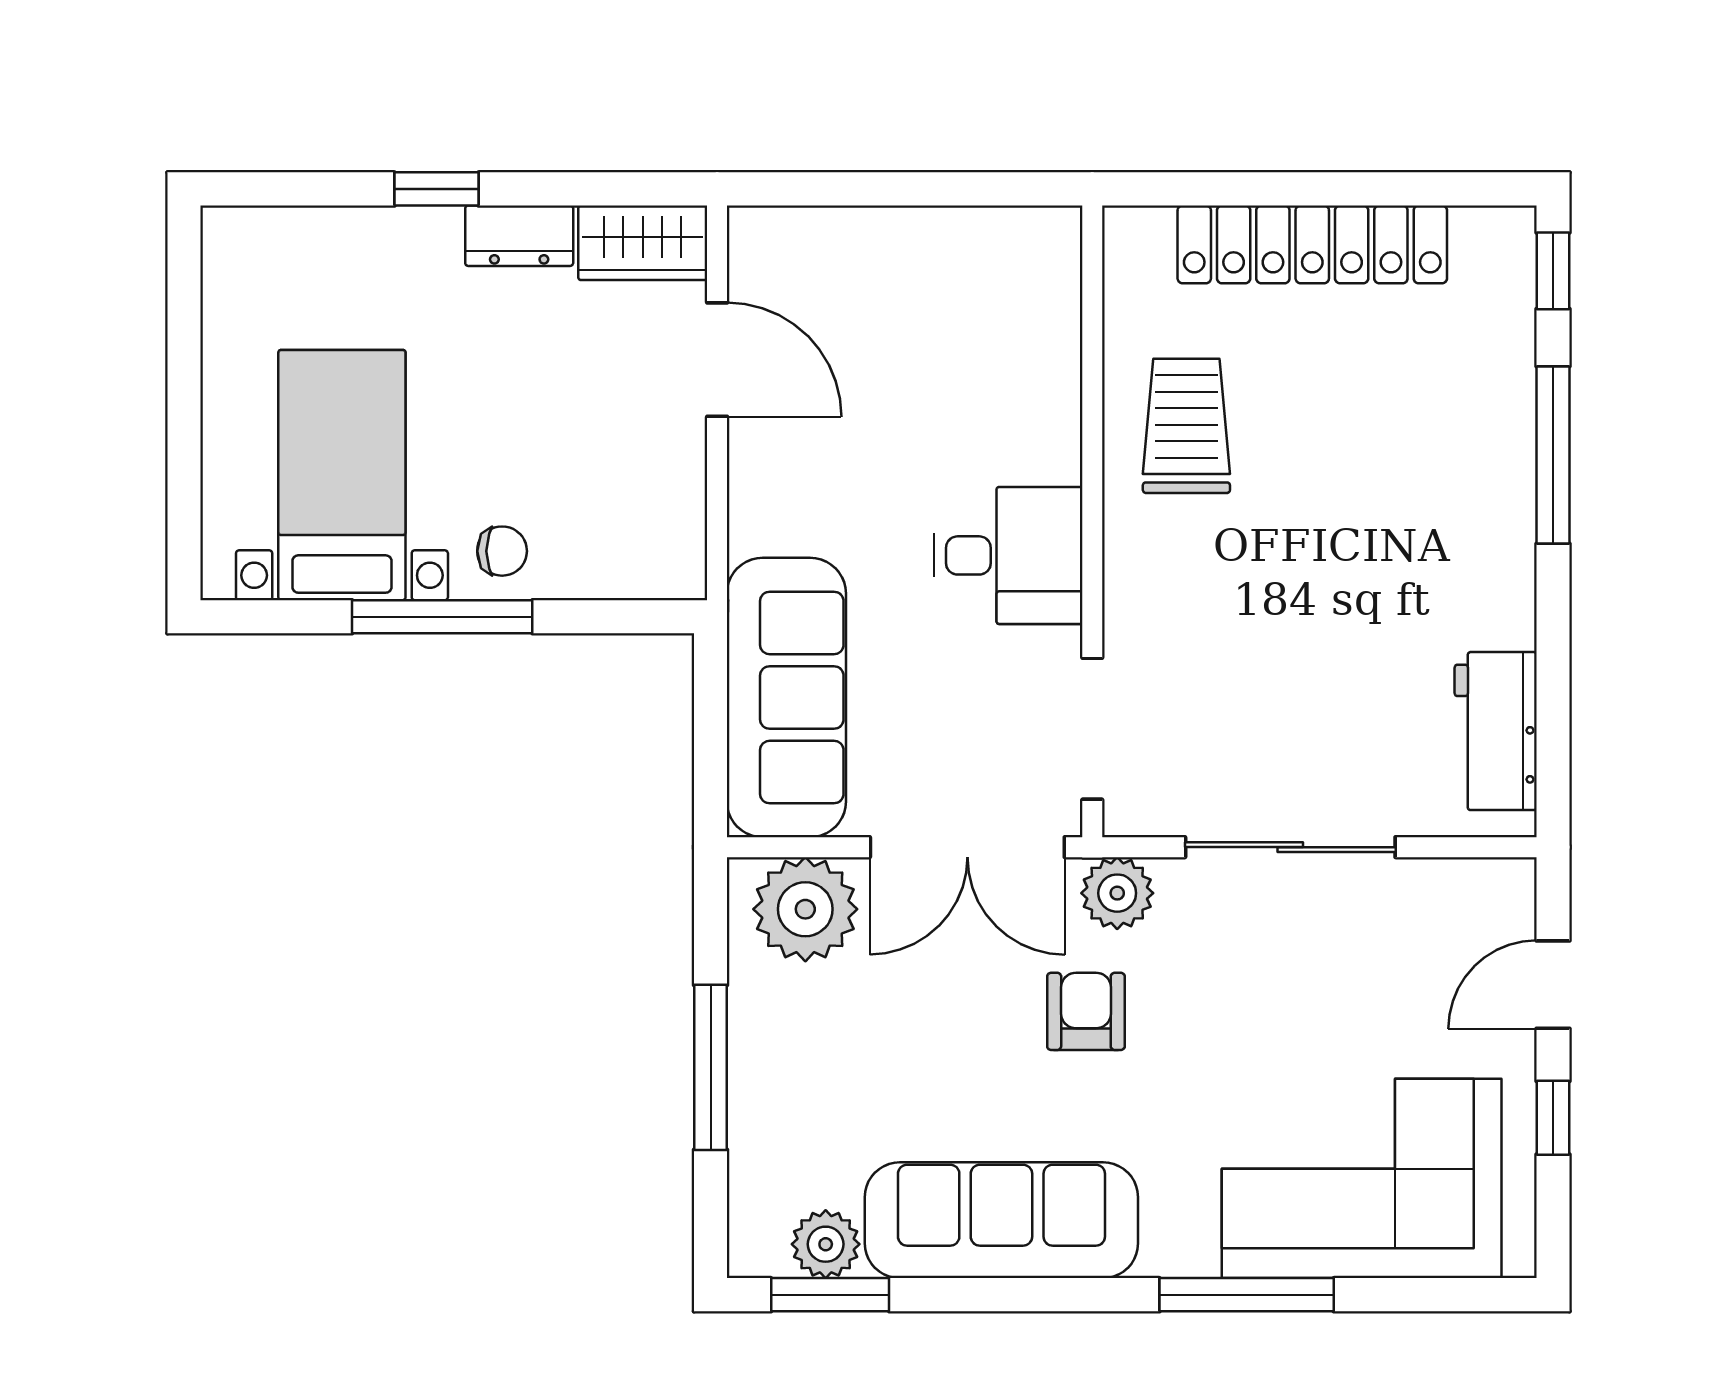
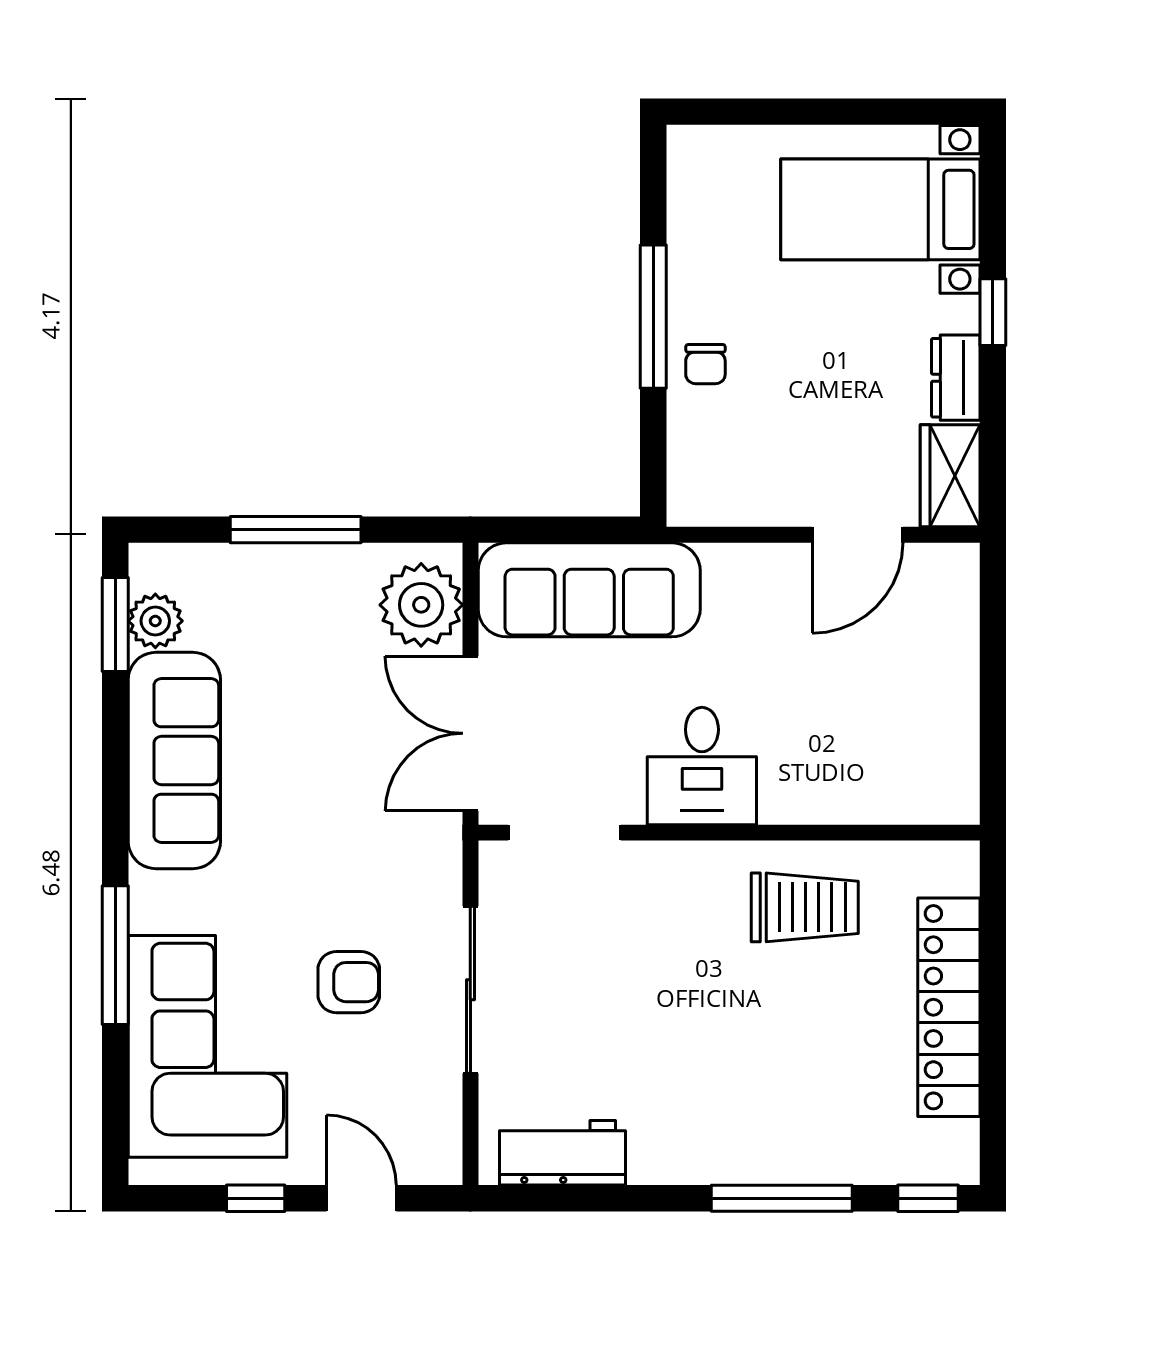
bed with nightstands: (342, 475) -> (880, 209), moved, turned 180
plant: (1117, 893) -> (434, 852), removed
armchair: (1086, 1011) -> (349, 982), moved

